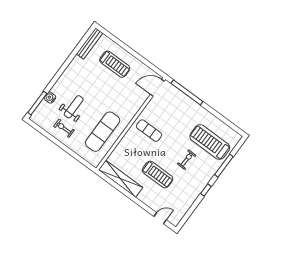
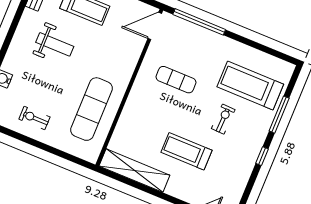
weight bench: (74, 107) -> (55, 44), moved, turned 90
exercise mat: (149, 131) -> (176, 80), moved
treadmill: (158, 175) -> (186, 151), turned 180

